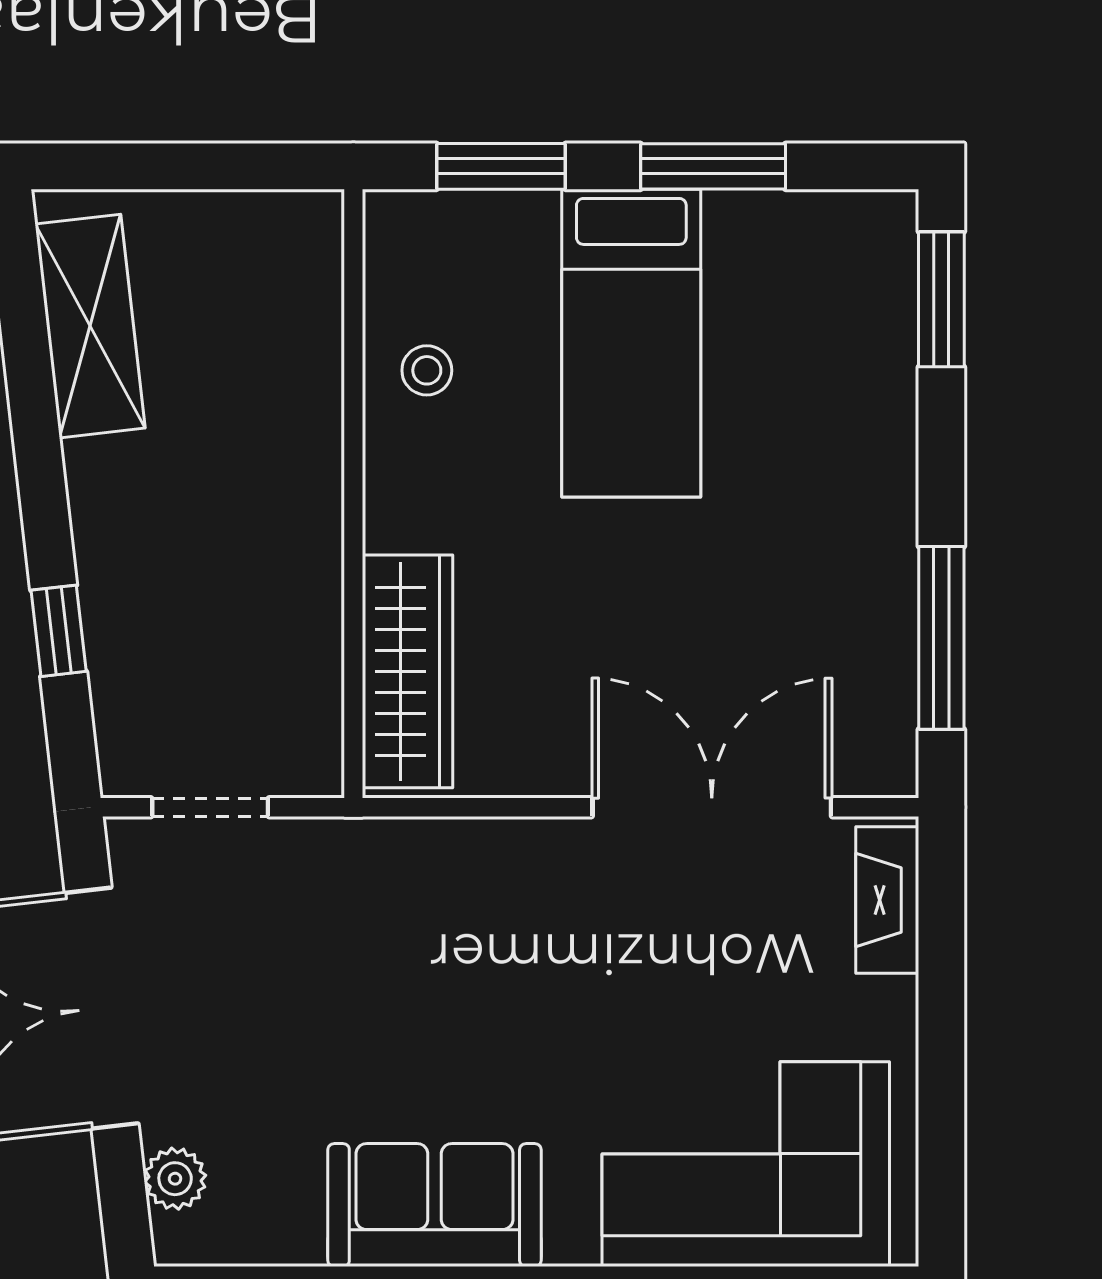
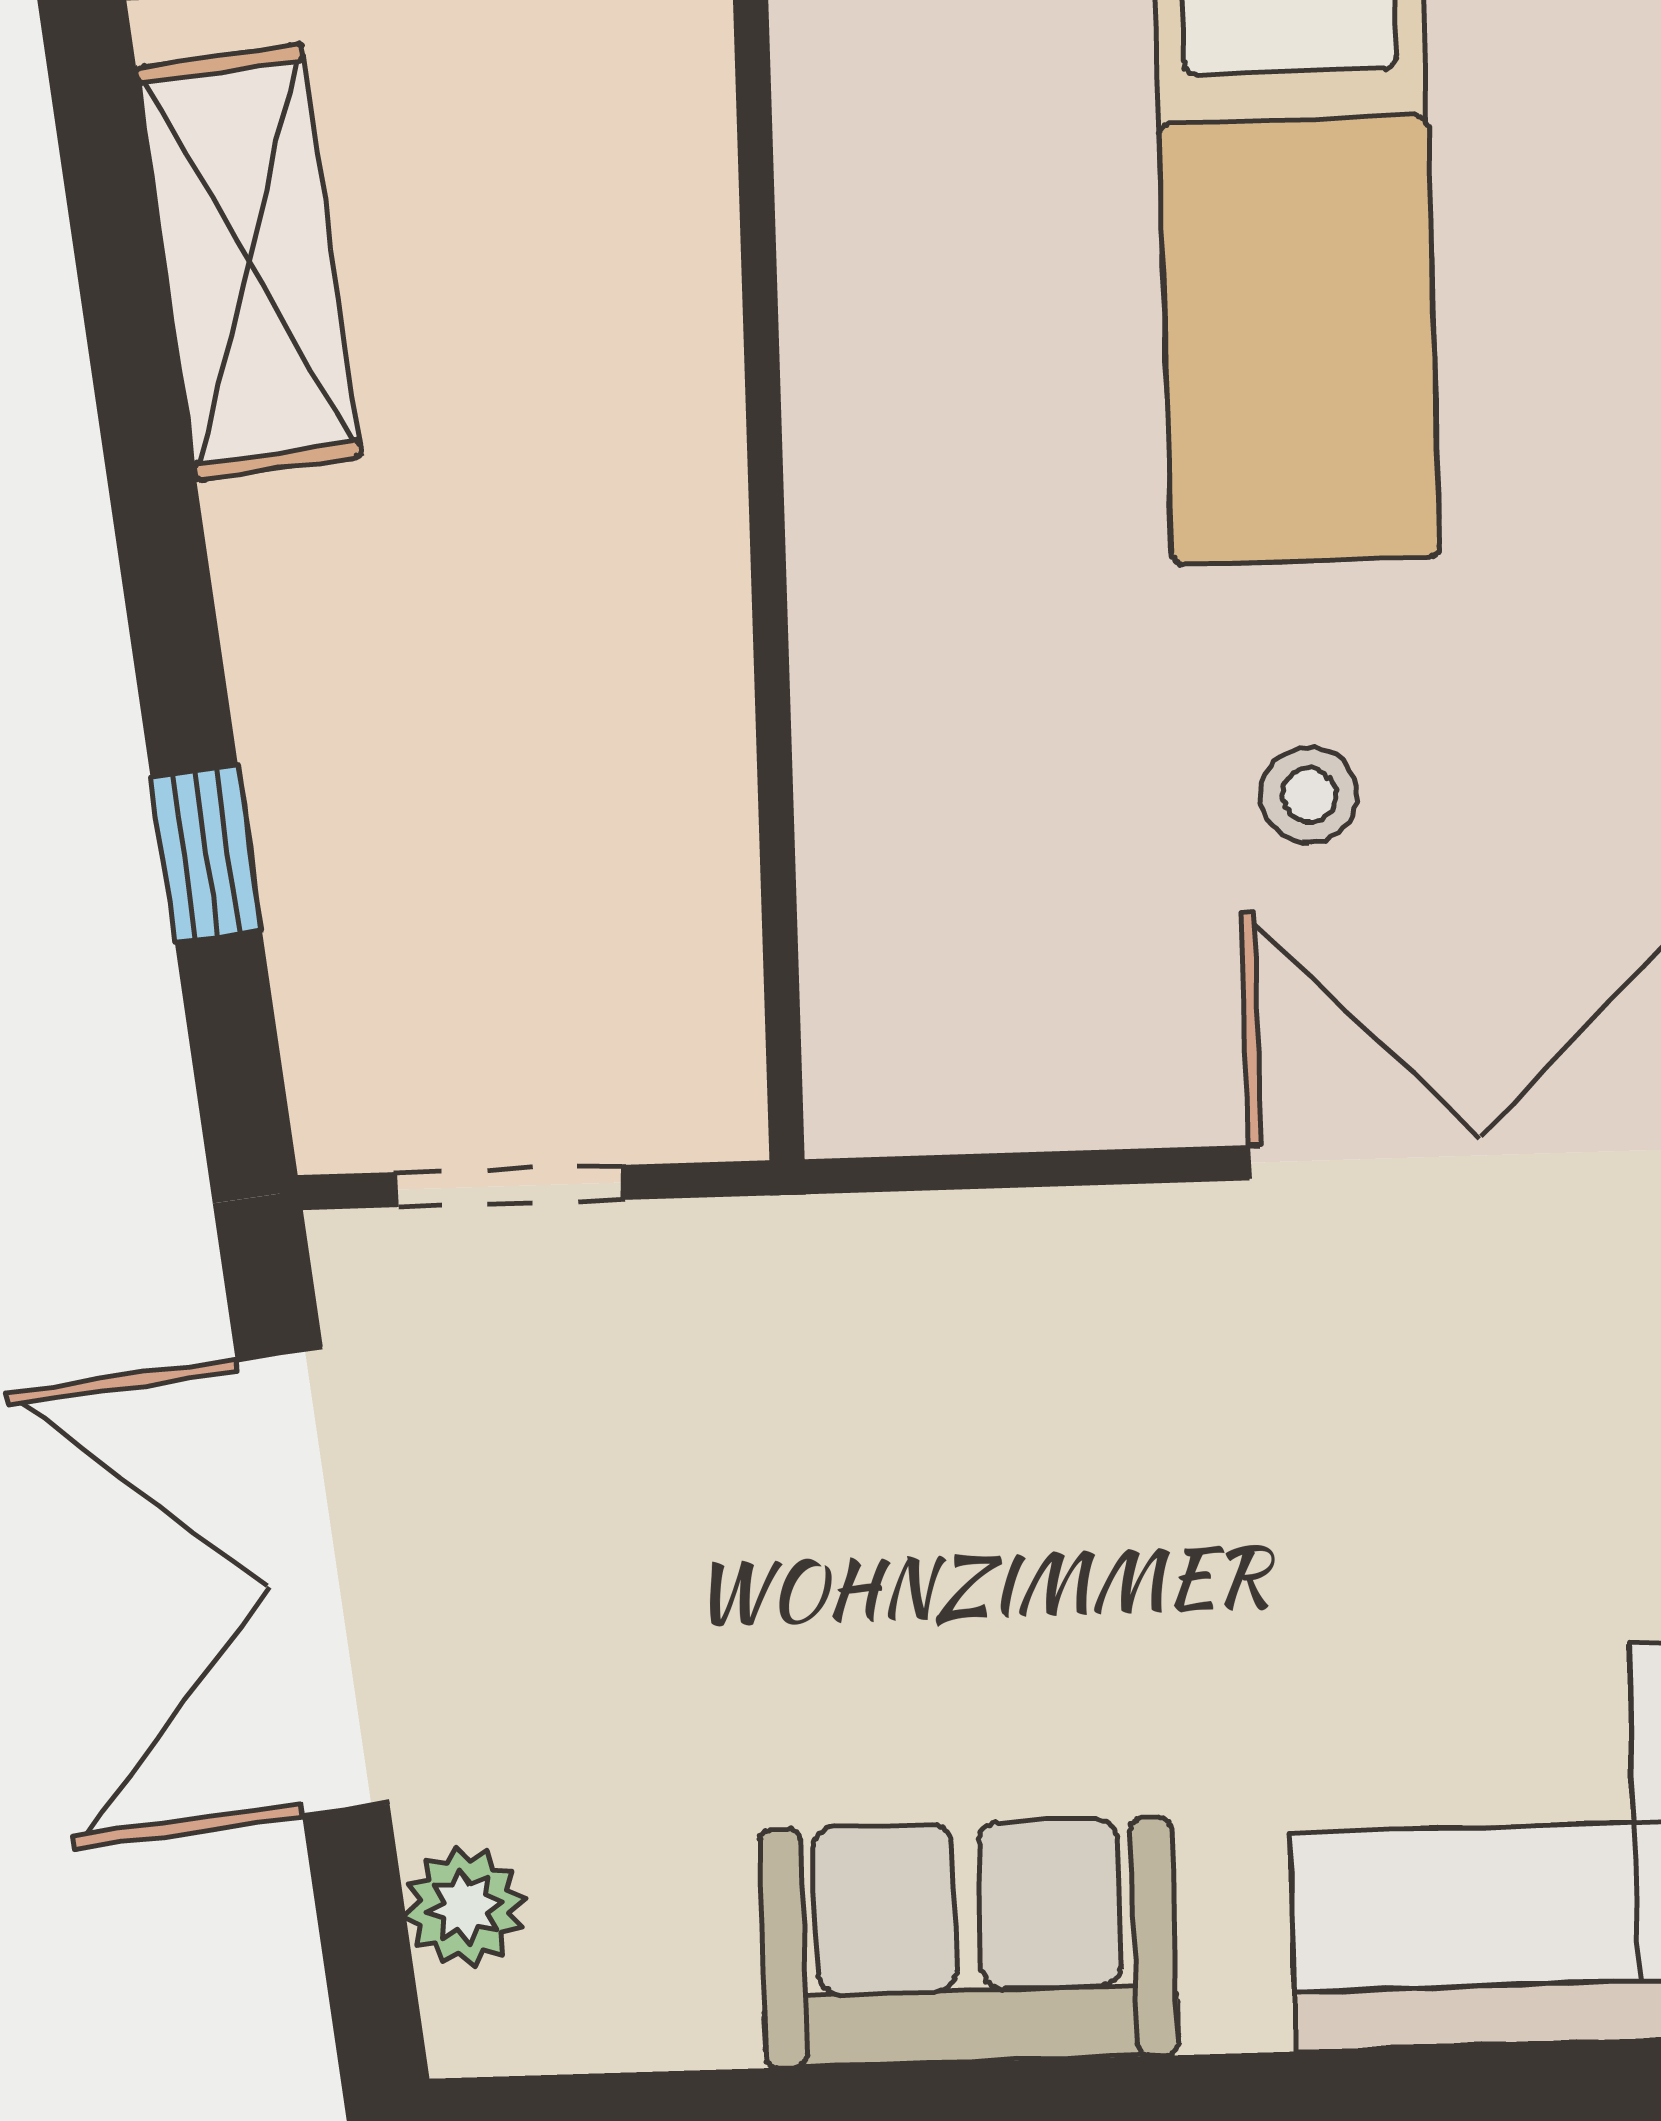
stool: (427, 370) -> (1309, 795), moved
wardrobe: (408, 671) -> (884, 911), removed

